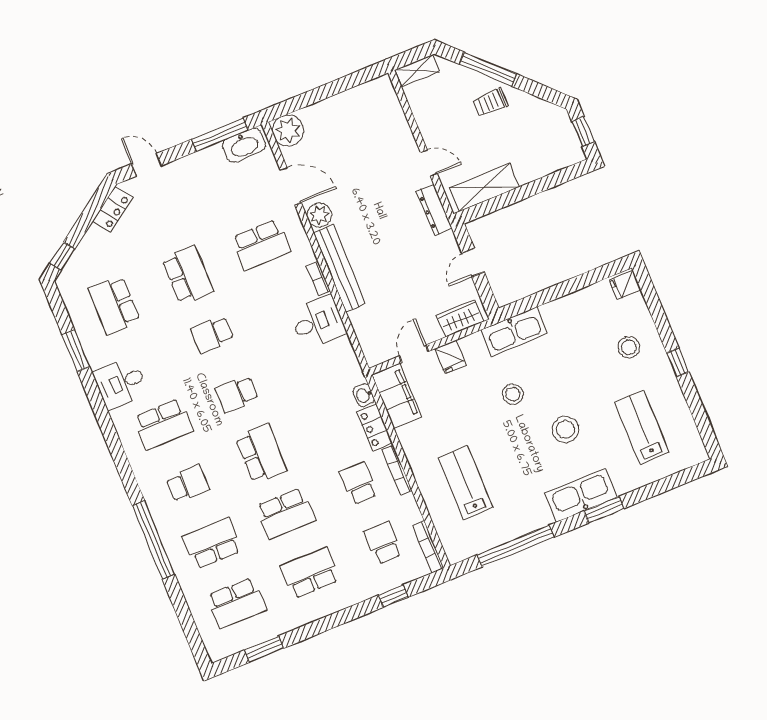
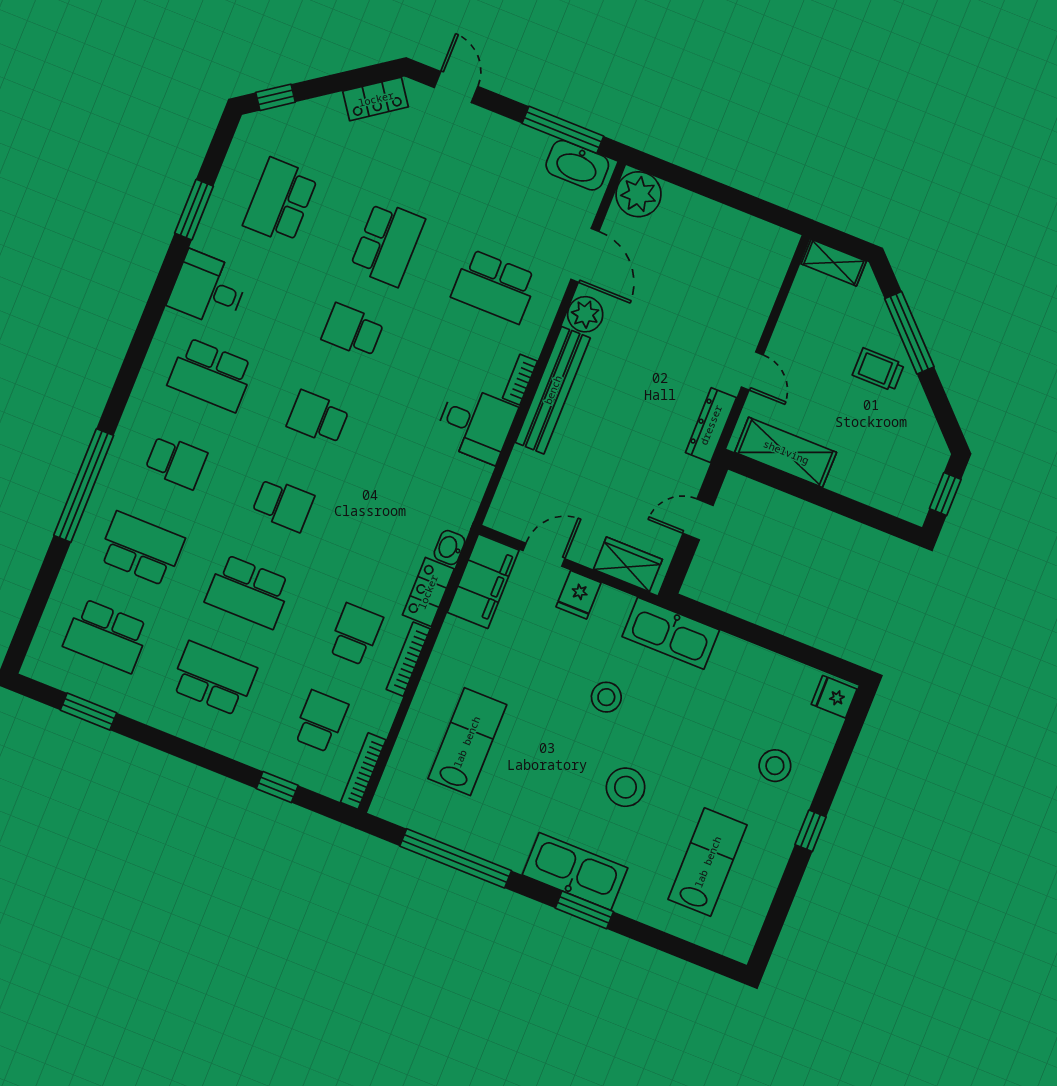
school desk: (261, 454) -> (283, 505), width x0.54

